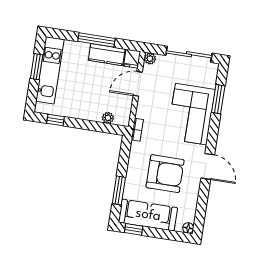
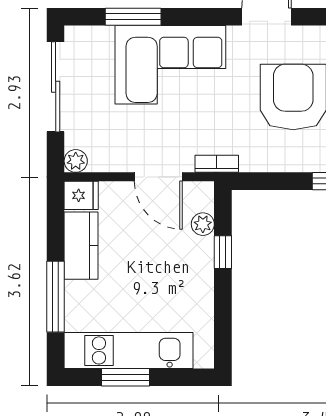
window: (96, 40) -> (56, 297), moved
door: (138, 84) -> (158, 177), moved
window: (55, 120) -> (223, 252), moved

